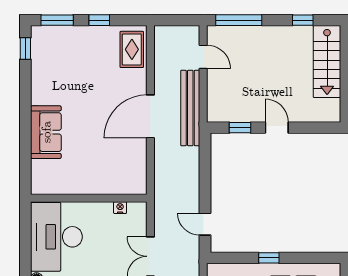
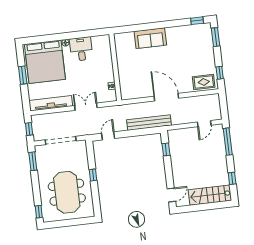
window: (99, 20) -> (220, 73), moved
bench: (190, 108) -> (149, 123), moved
door: (277, 128) -> (171, 195), moved
desk: (56, 237) -> (81, 49), width x0.53, depth x0.77

